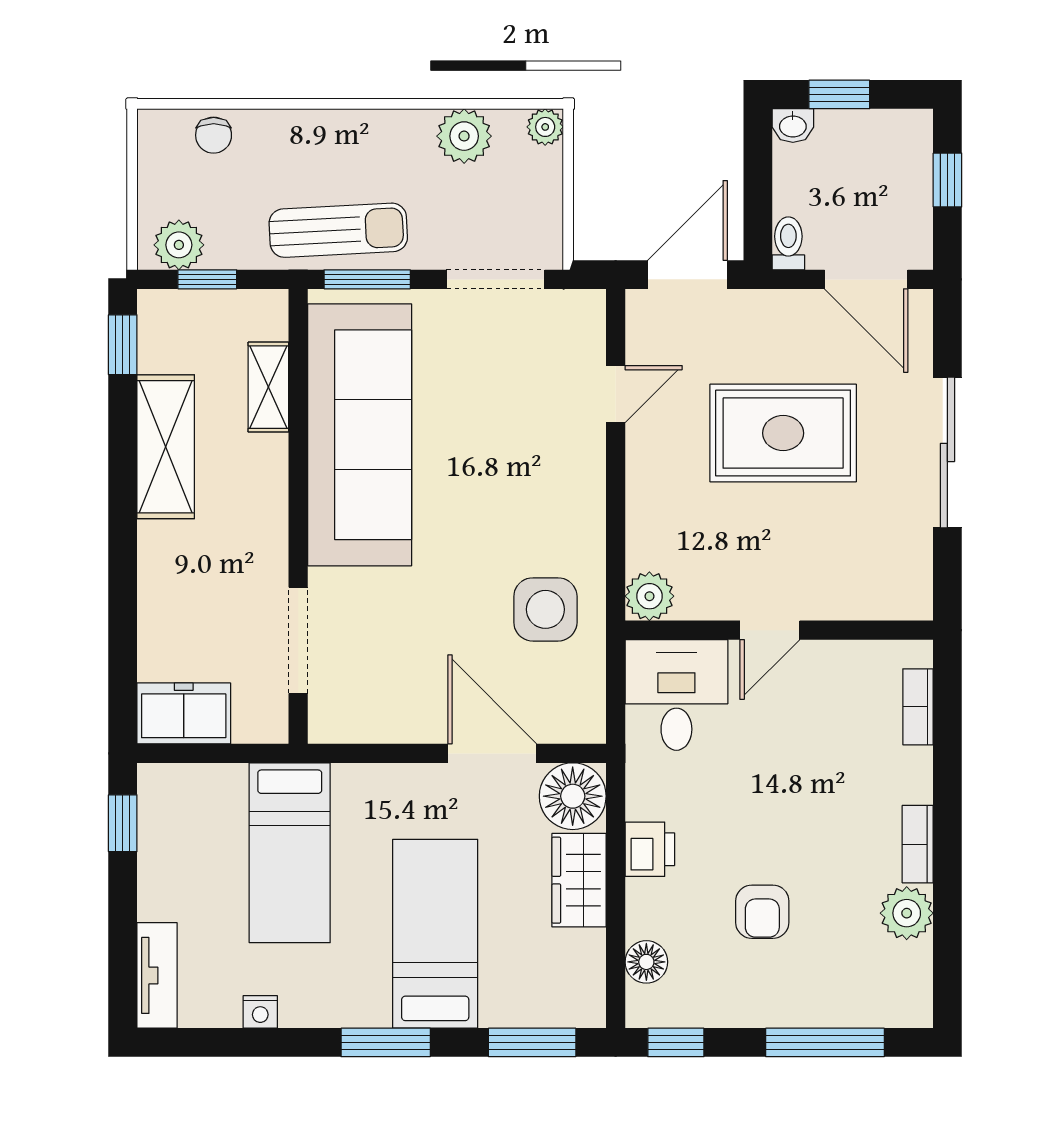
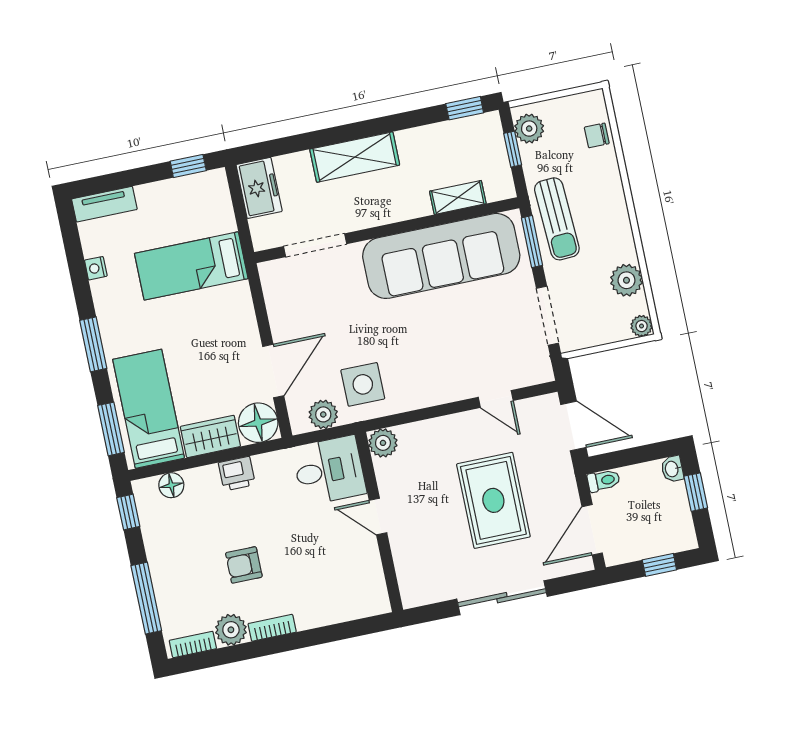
shelving: (166, 447) -> (355, 157), moved
plant: (582, 685) -> (323, 414), added
bookcase: (918, 707) -> (193, 645), moved
armchair: (762, 912) -> (244, 565), moved
bed: (435, 934) -> (149, 409), moved, turned -90

